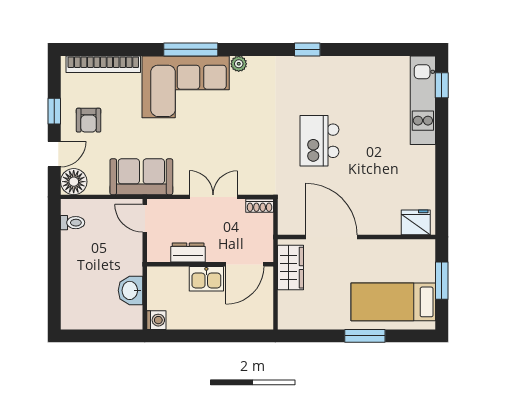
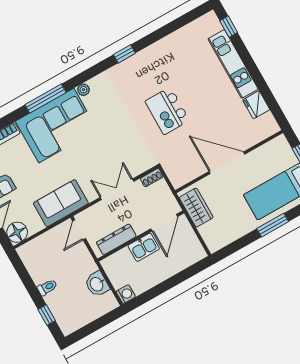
kitchen unit: (423, 100) -> (233, 64), moved
door: (145, 218) -> (79, 230), hinge flipped
fridge: (416, 222) -> (256, 105), moved, turned -90
toilet: (73, 223) -> (47, 287), moved
door: (331, 237) -> (227, 163), moved
dresser: (188, 253) -> (116, 239), width x1.44
window: (54, 293) -> (47, 315), added

